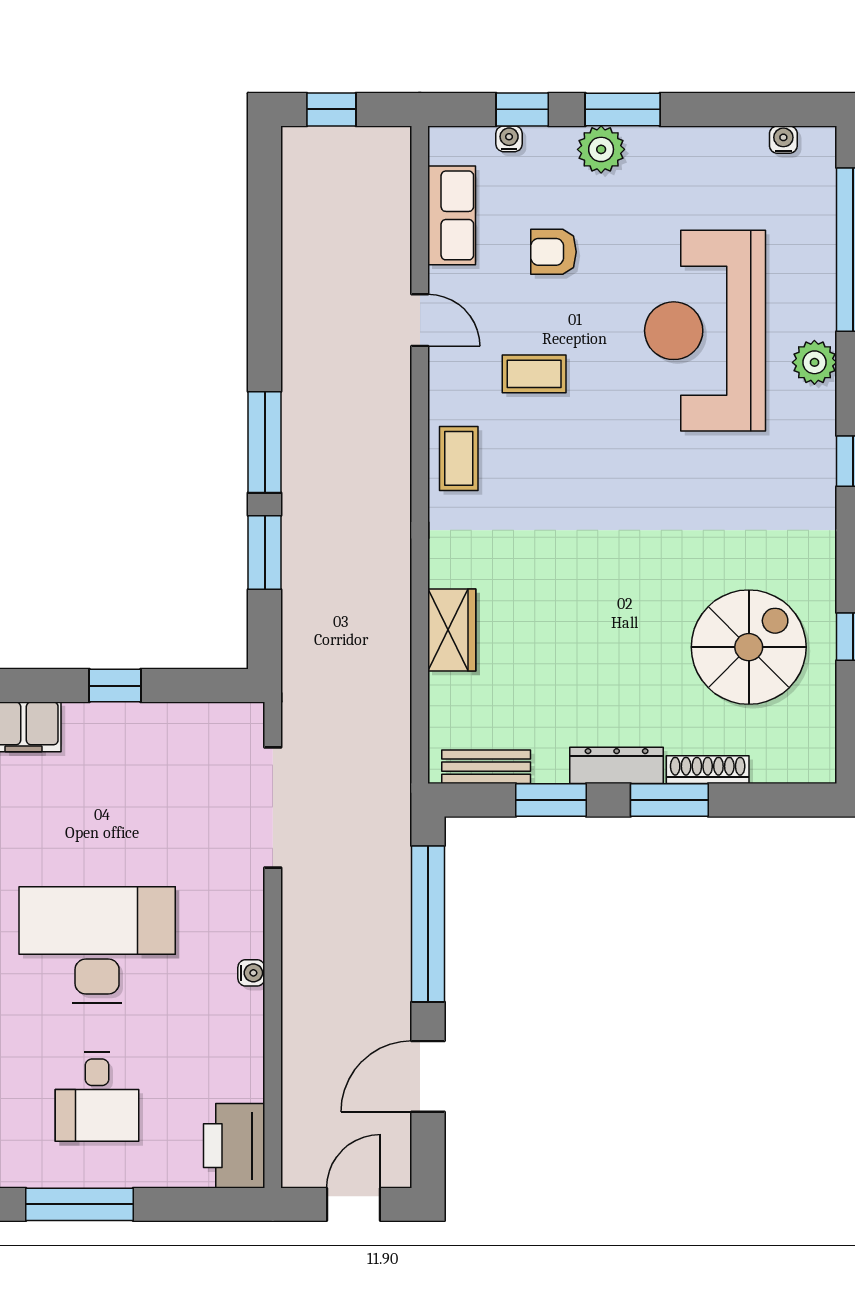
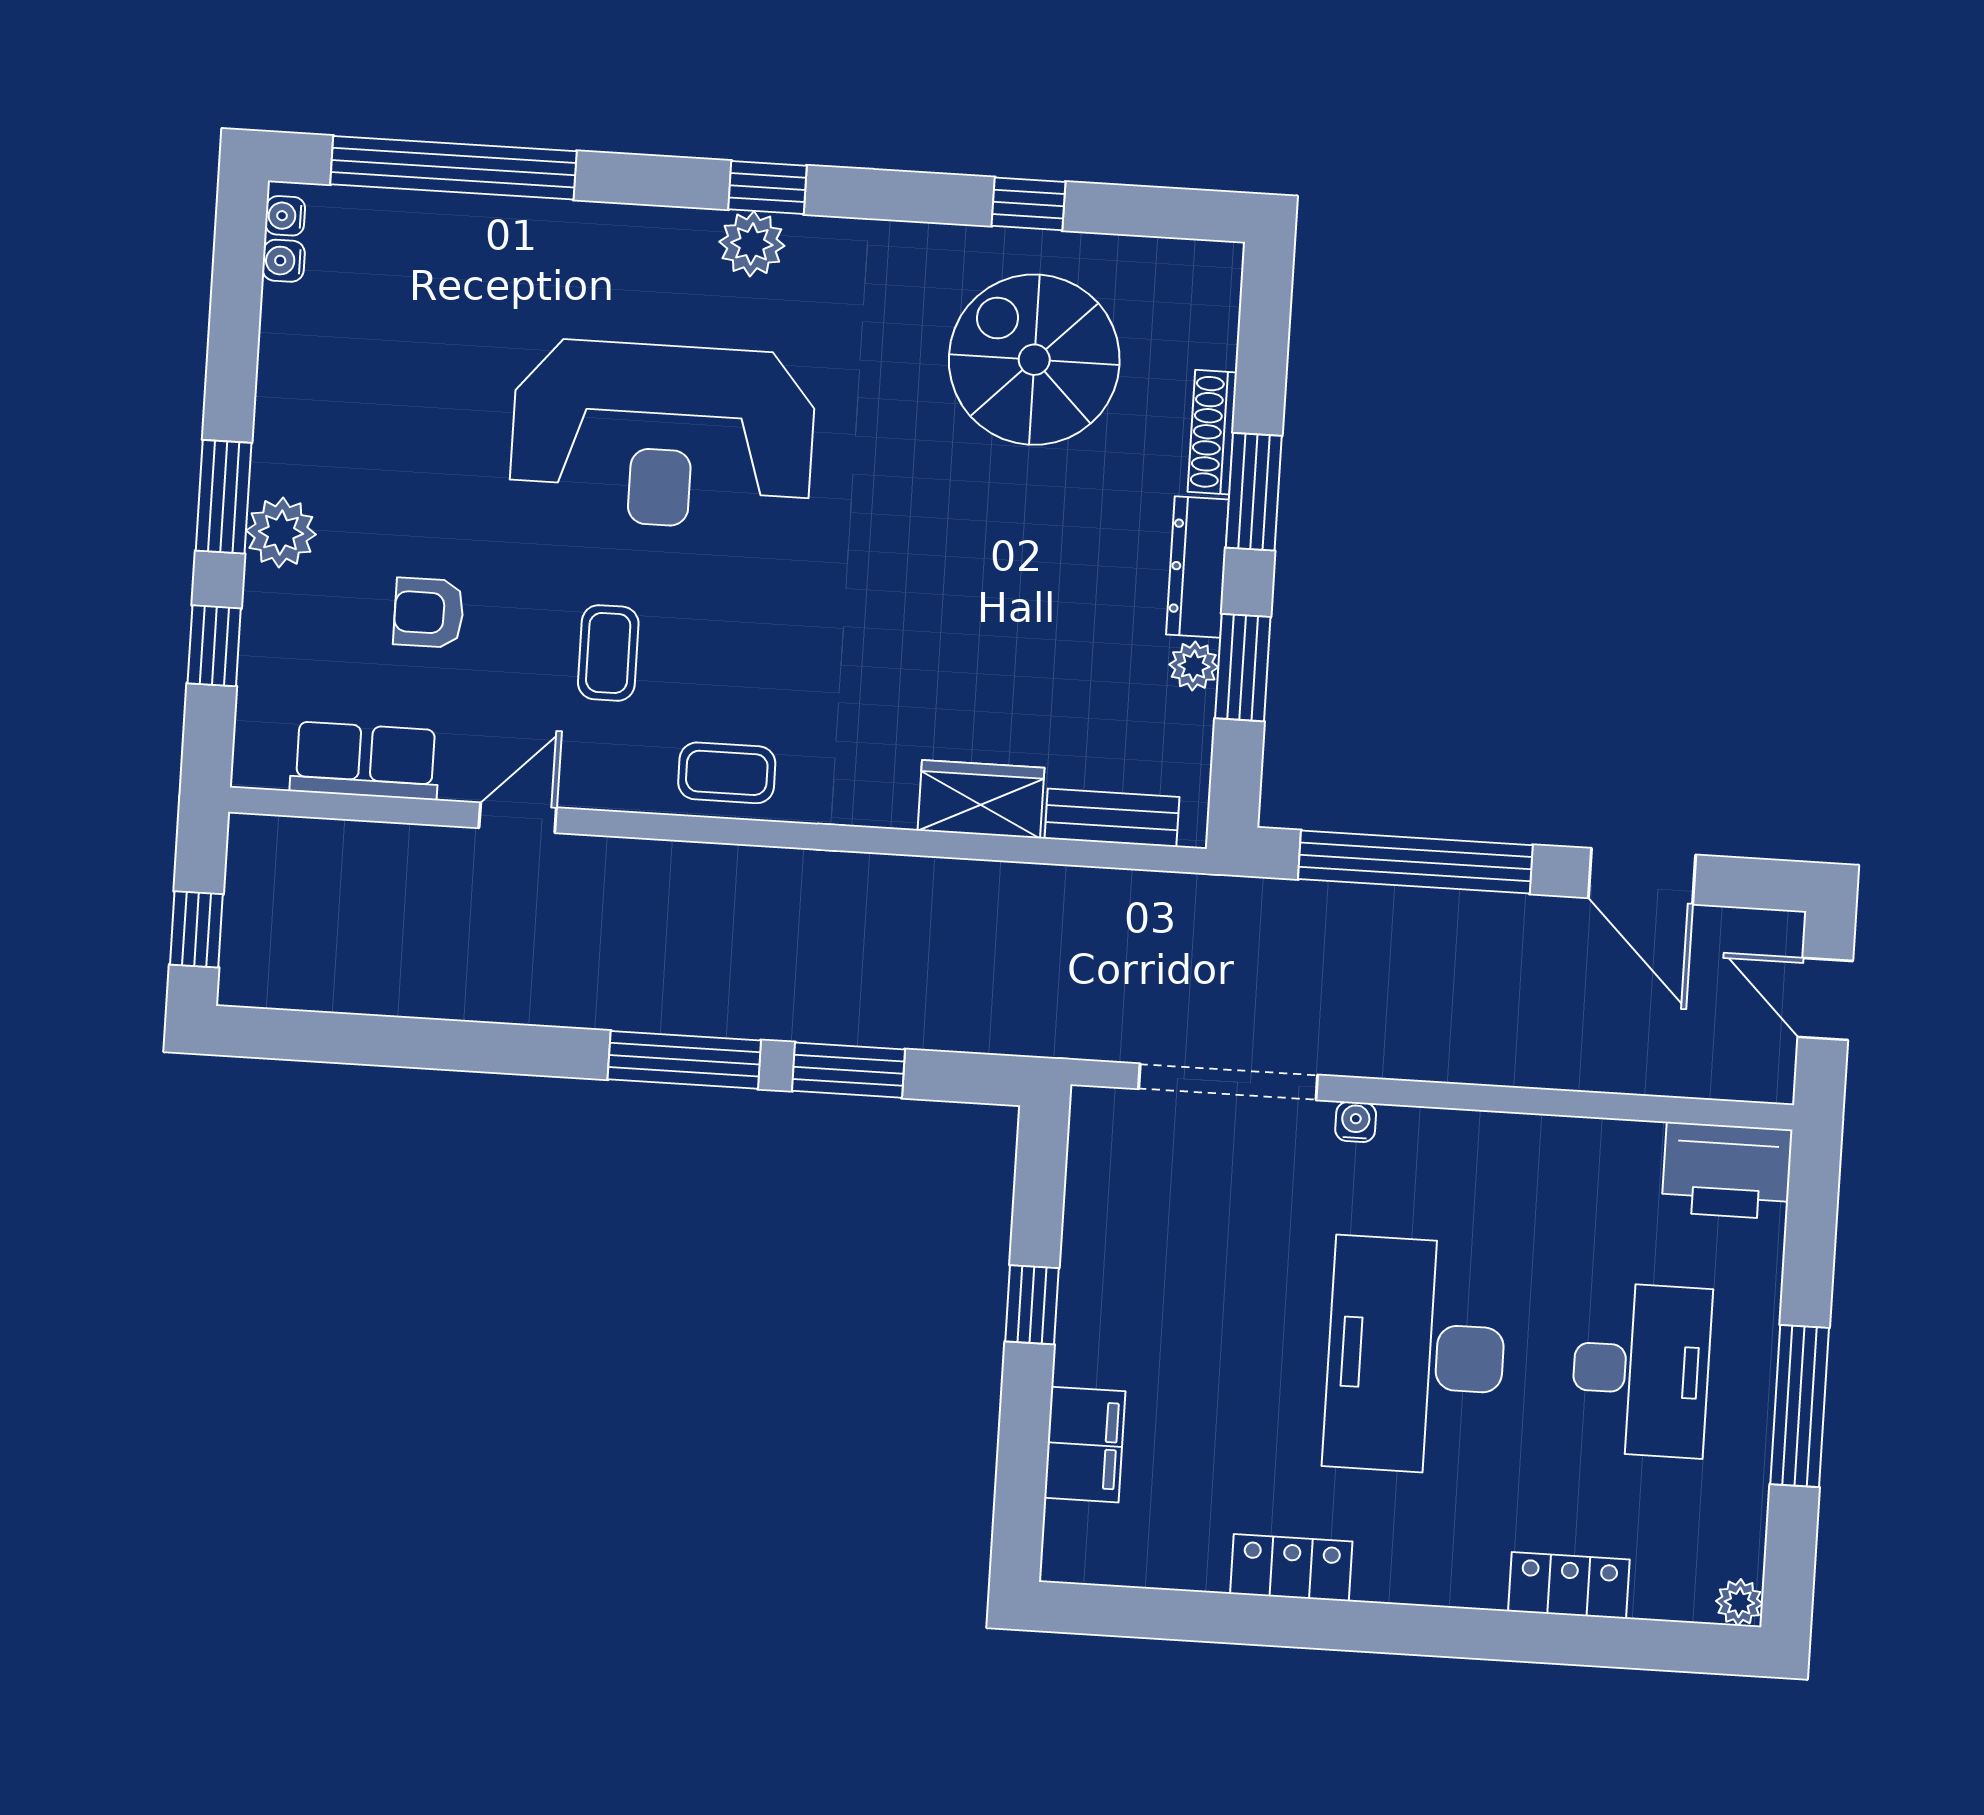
water cooler: (509, 139) -> (285, 216), moved
armchair: (553, 252) -> (429, 613), turned 90
reception desk: (705, 331) -> (663, 435), moved
plant: (814, 362) -> (752, 244), moved
bench: (486, 767) -> (1112, 818), moved, turned 90
plant: (550, 767) -> (1194, 666), added
water cooler: (251, 973) -> (1356, 1122), moved
desk: (97, 1097) -> (1641, 1370), width x1.37

